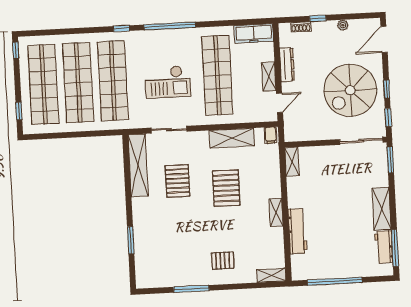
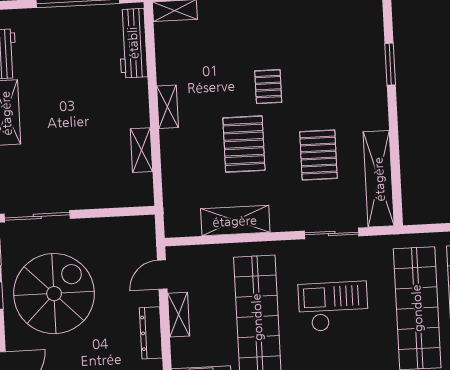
filing cabinet: (271, 135) -> (176, 225), removed
shelving: (292, 162) -> (141, 150), moved
workbench: (298, 231) -> (133, 43), moved
pallet: (223, 261) -> (268, 87), moved, turned 90

